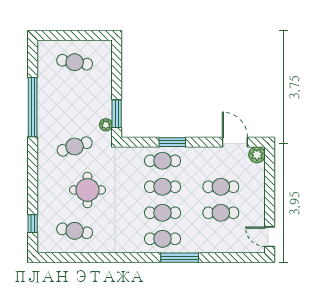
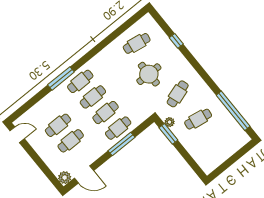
cafe table: (75, 62) -> (198, 119), moved
window: (33, 107) -> (233, 111), moved
window: (172, 142) -> (121, 144), width x1.44
window: (33, 224) -> (176, 41), moved

